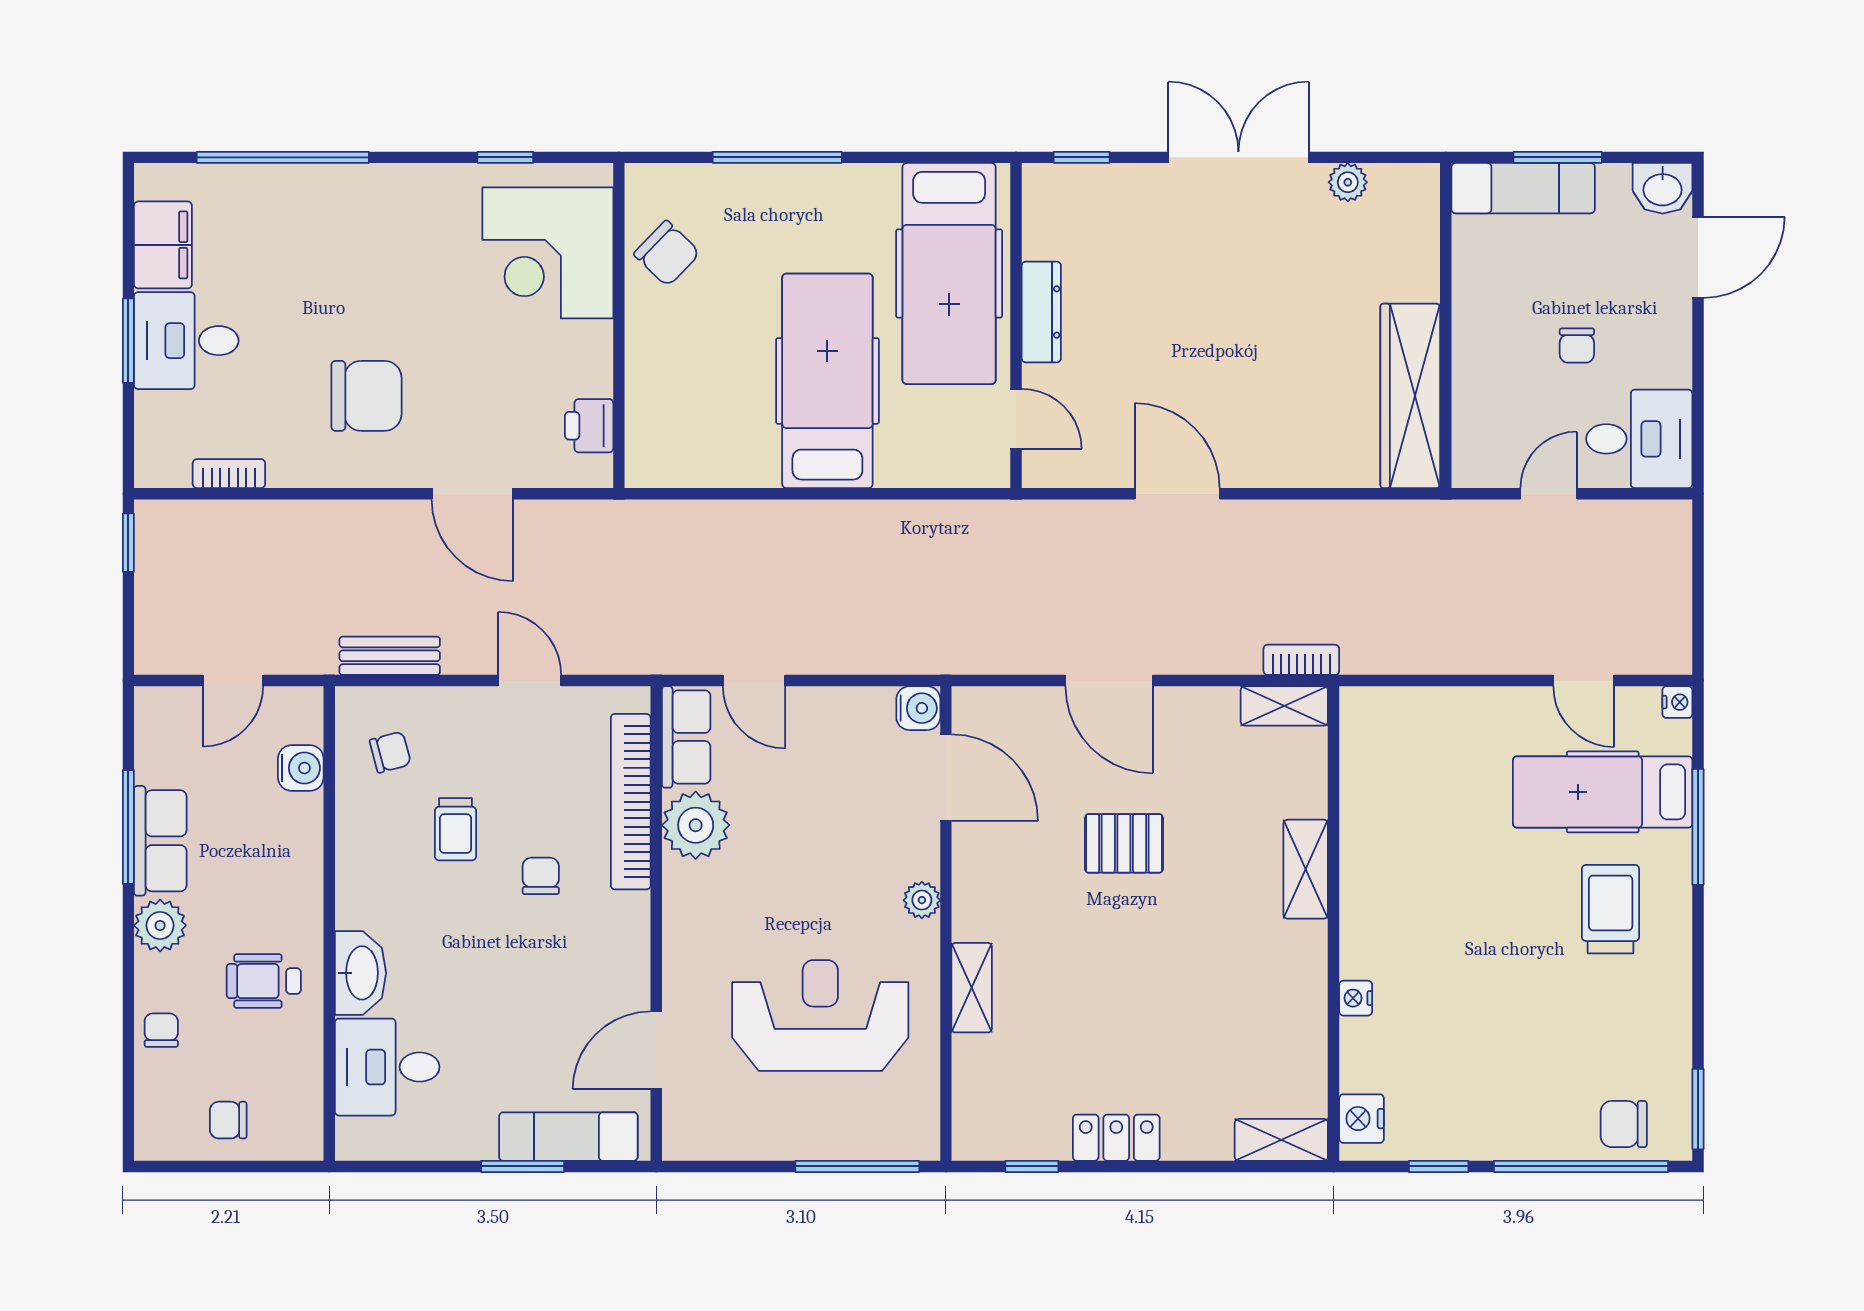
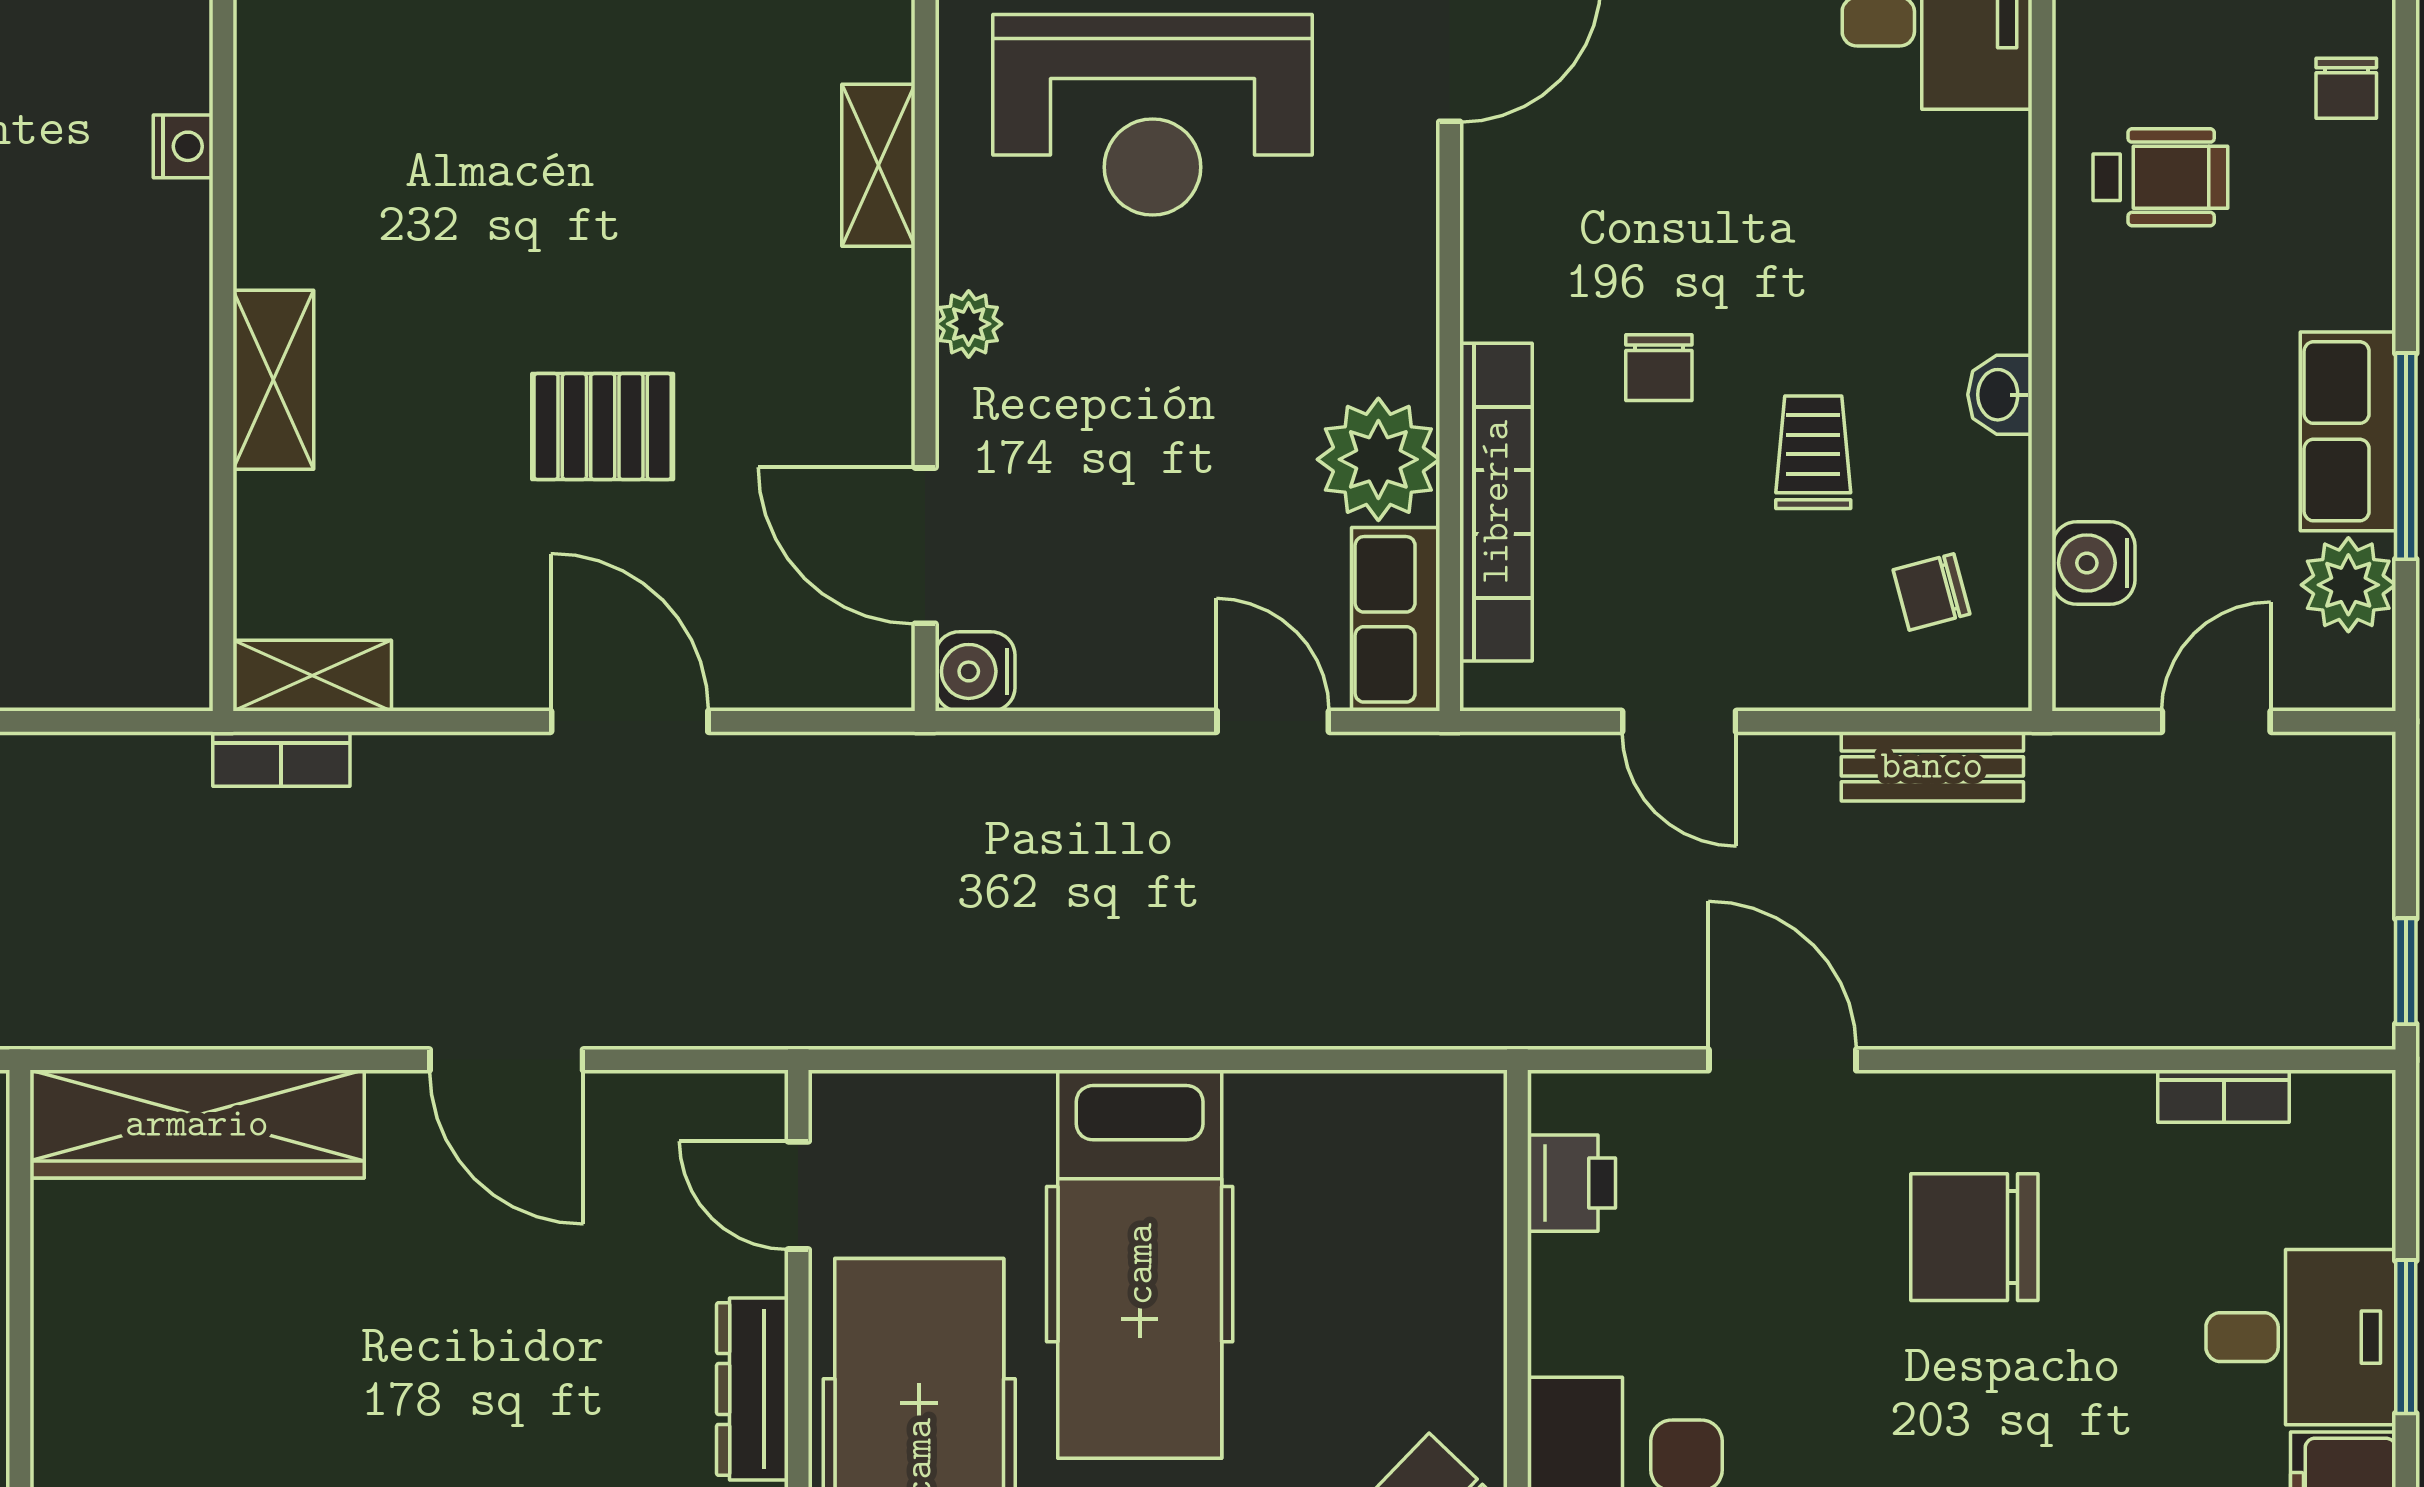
wardrobe: (1410, 396) -> (197, 1124), moved, turned 90
plant: (160, 925) -> (2348, 585), moved
washbasin: (360, 973) -> (2000, 395), moved, width x0.52, depth x0.69

